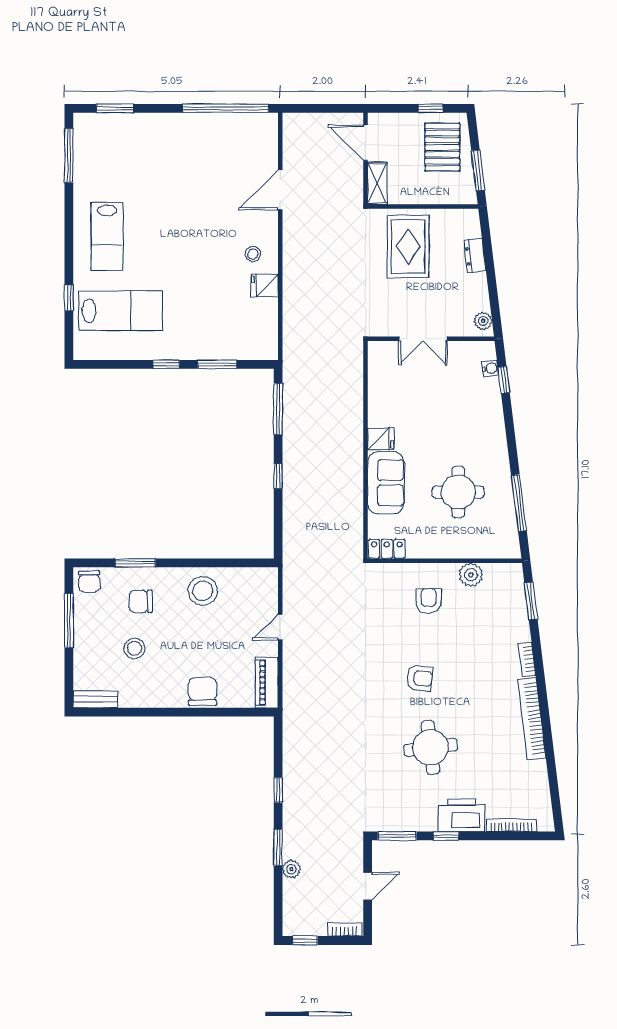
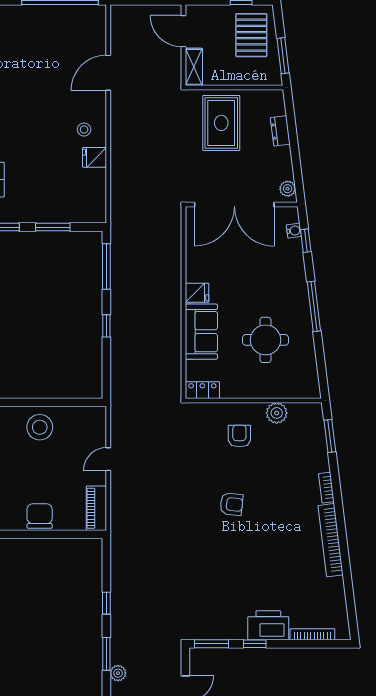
double door: (423, 339) -> (234, 204), width x1.87
window: (519, 503) -> (314, 306), moved
round table: (431, 747) -> (241, 566), removed

